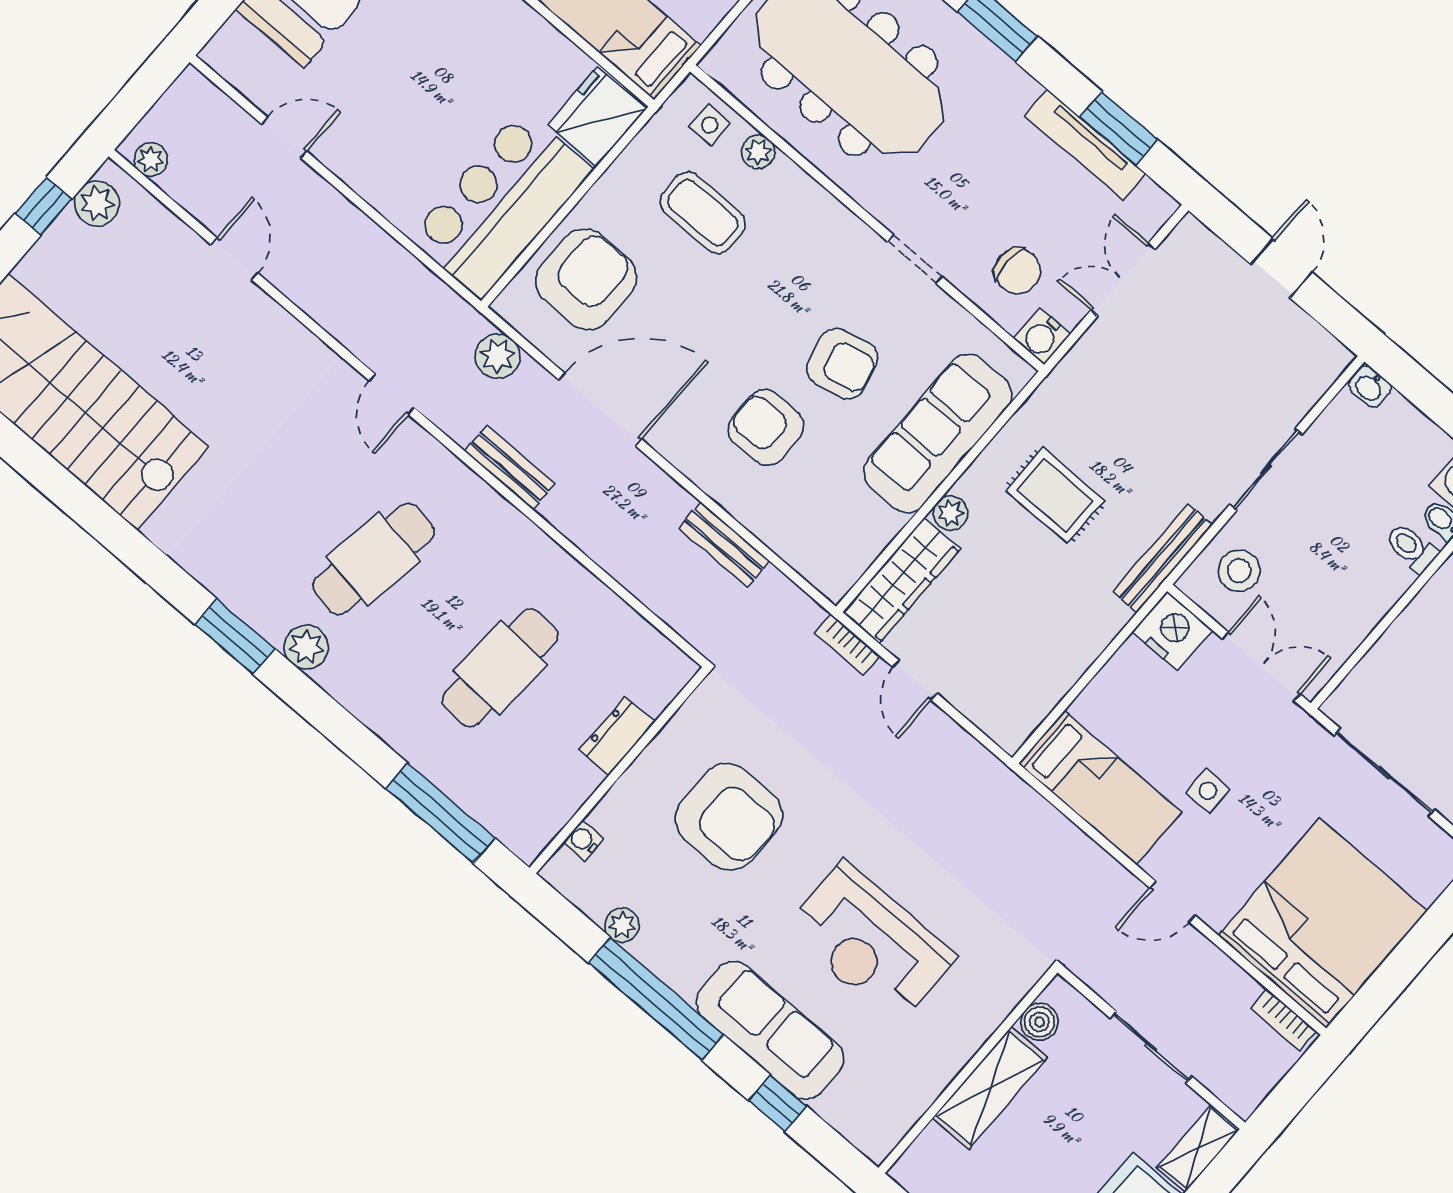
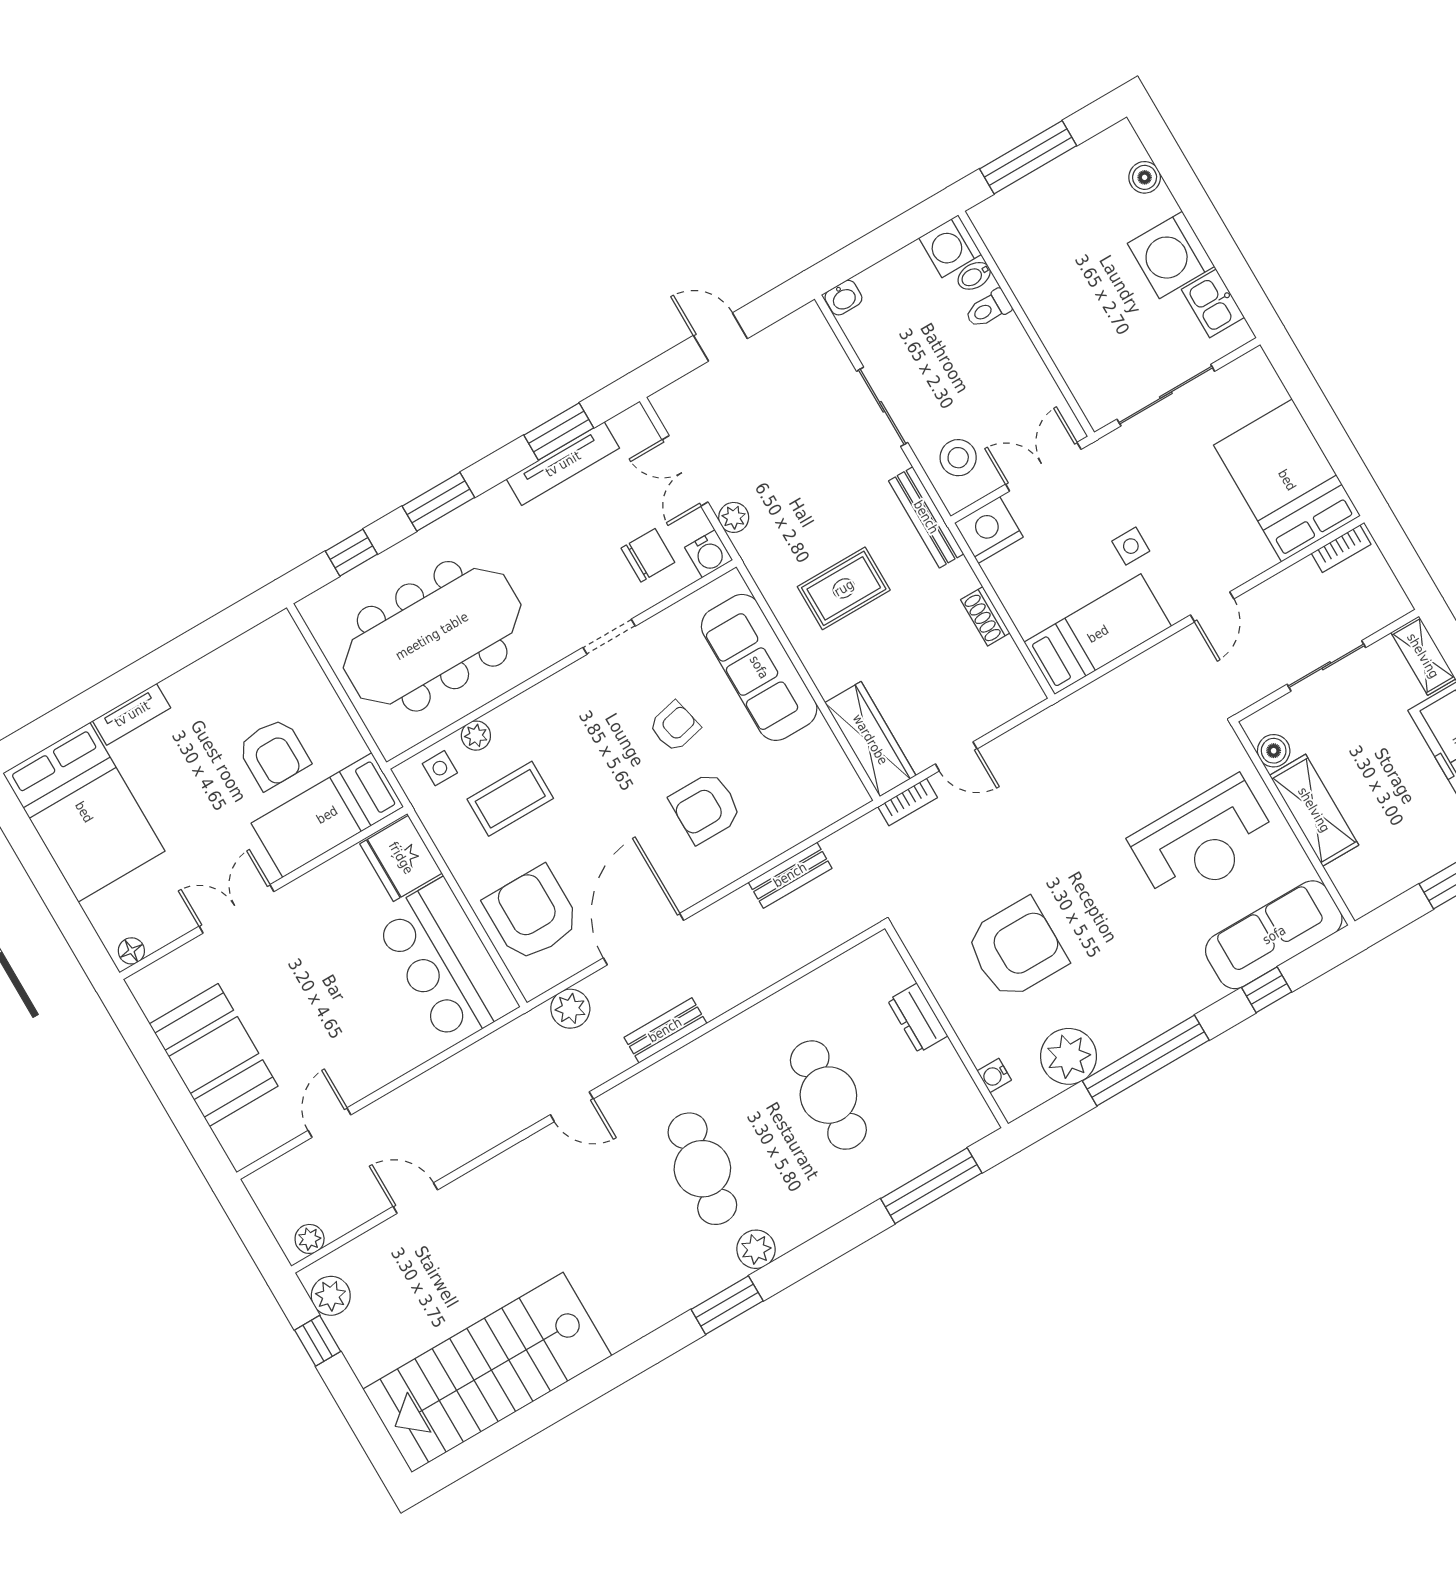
armchair: (842, 364) -> (675, 726), width x0.72, depth x0.72
plant: (950, 513) -> (734, 517), moved
shoe rack: (1077, 659) -> (985, 616), added
bed: (1323, 923) -> (1287, 480), width x0.73
plant: (622, 925) -> (1069, 1056), width x1.88, depth x1.88
reception desk: (870, 943) -> (1204, 841), moved
sofa: (770, 1030) -> (1274, 935), moved

